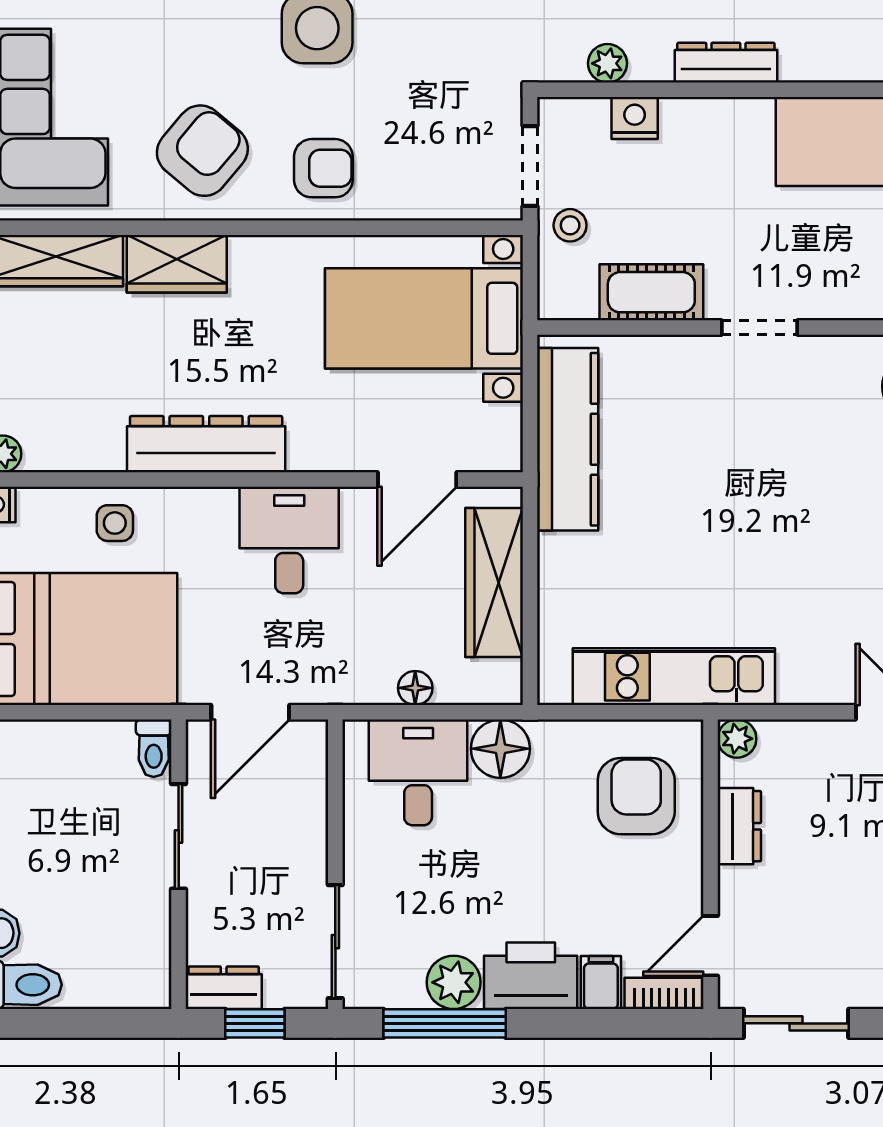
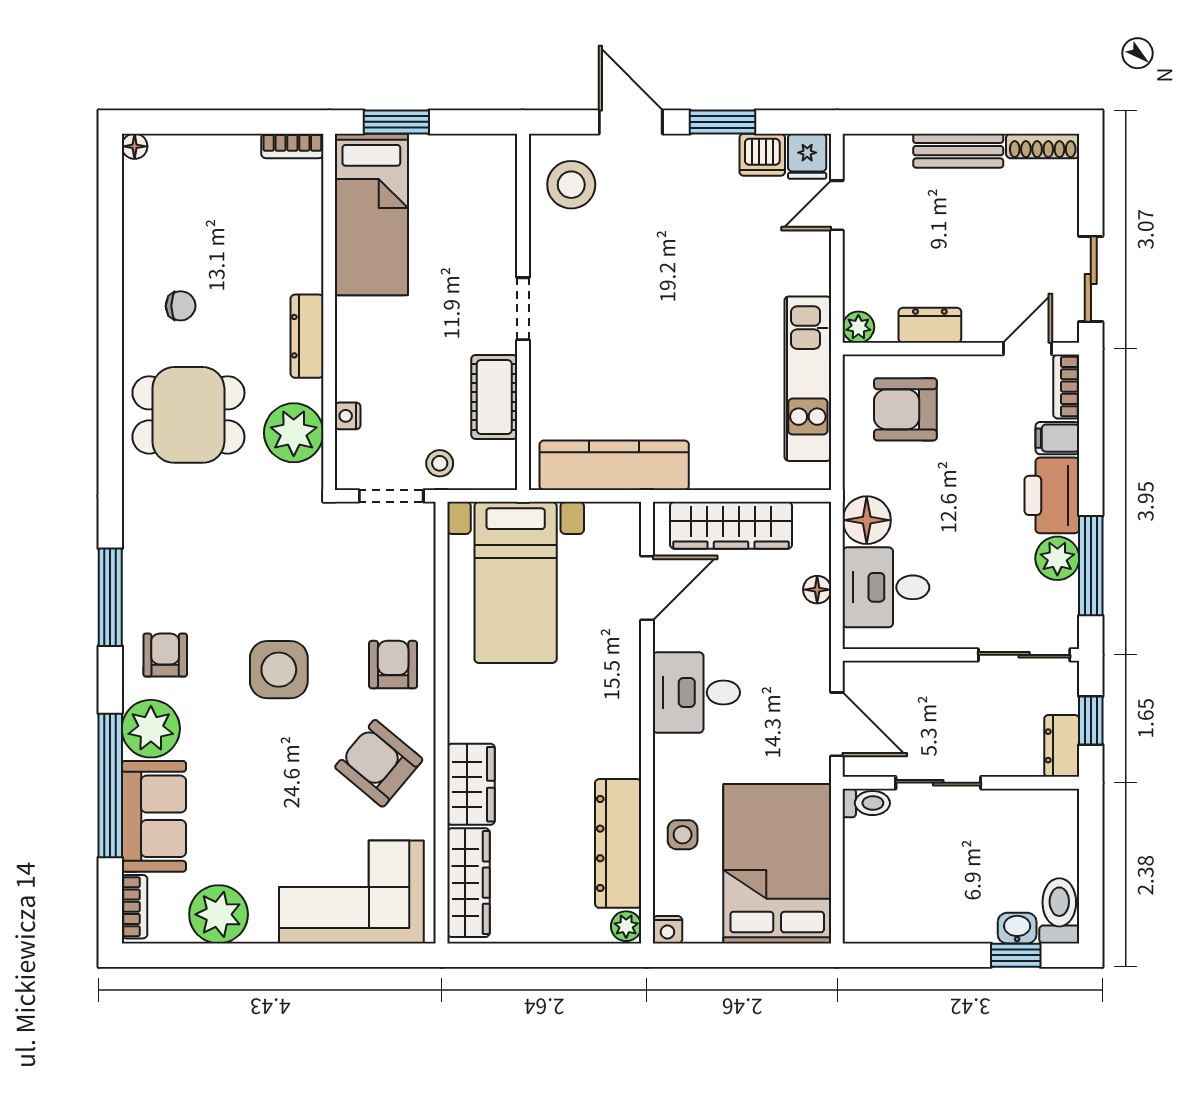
plant: (607, 63) -> (294, 433), width x1.87, depth x1.87
nightstand: (635, 118) -> (348, 416), width x0.72, depth x0.74
dresser: (206, 444) -> (618, 843), moved
door: (417, 479) -> (647, 588), hinge flipped
door: (711, 946) -> (1027, 349), swing flipped

